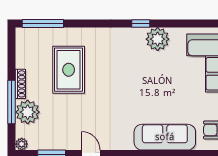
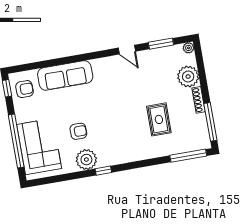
rug: (69, 70) -> (159, 119), width x0.73, depth x0.70
armchair: (161, 72) -> (78, 131), added
window: (12, 102) -> (210, 122), moved

